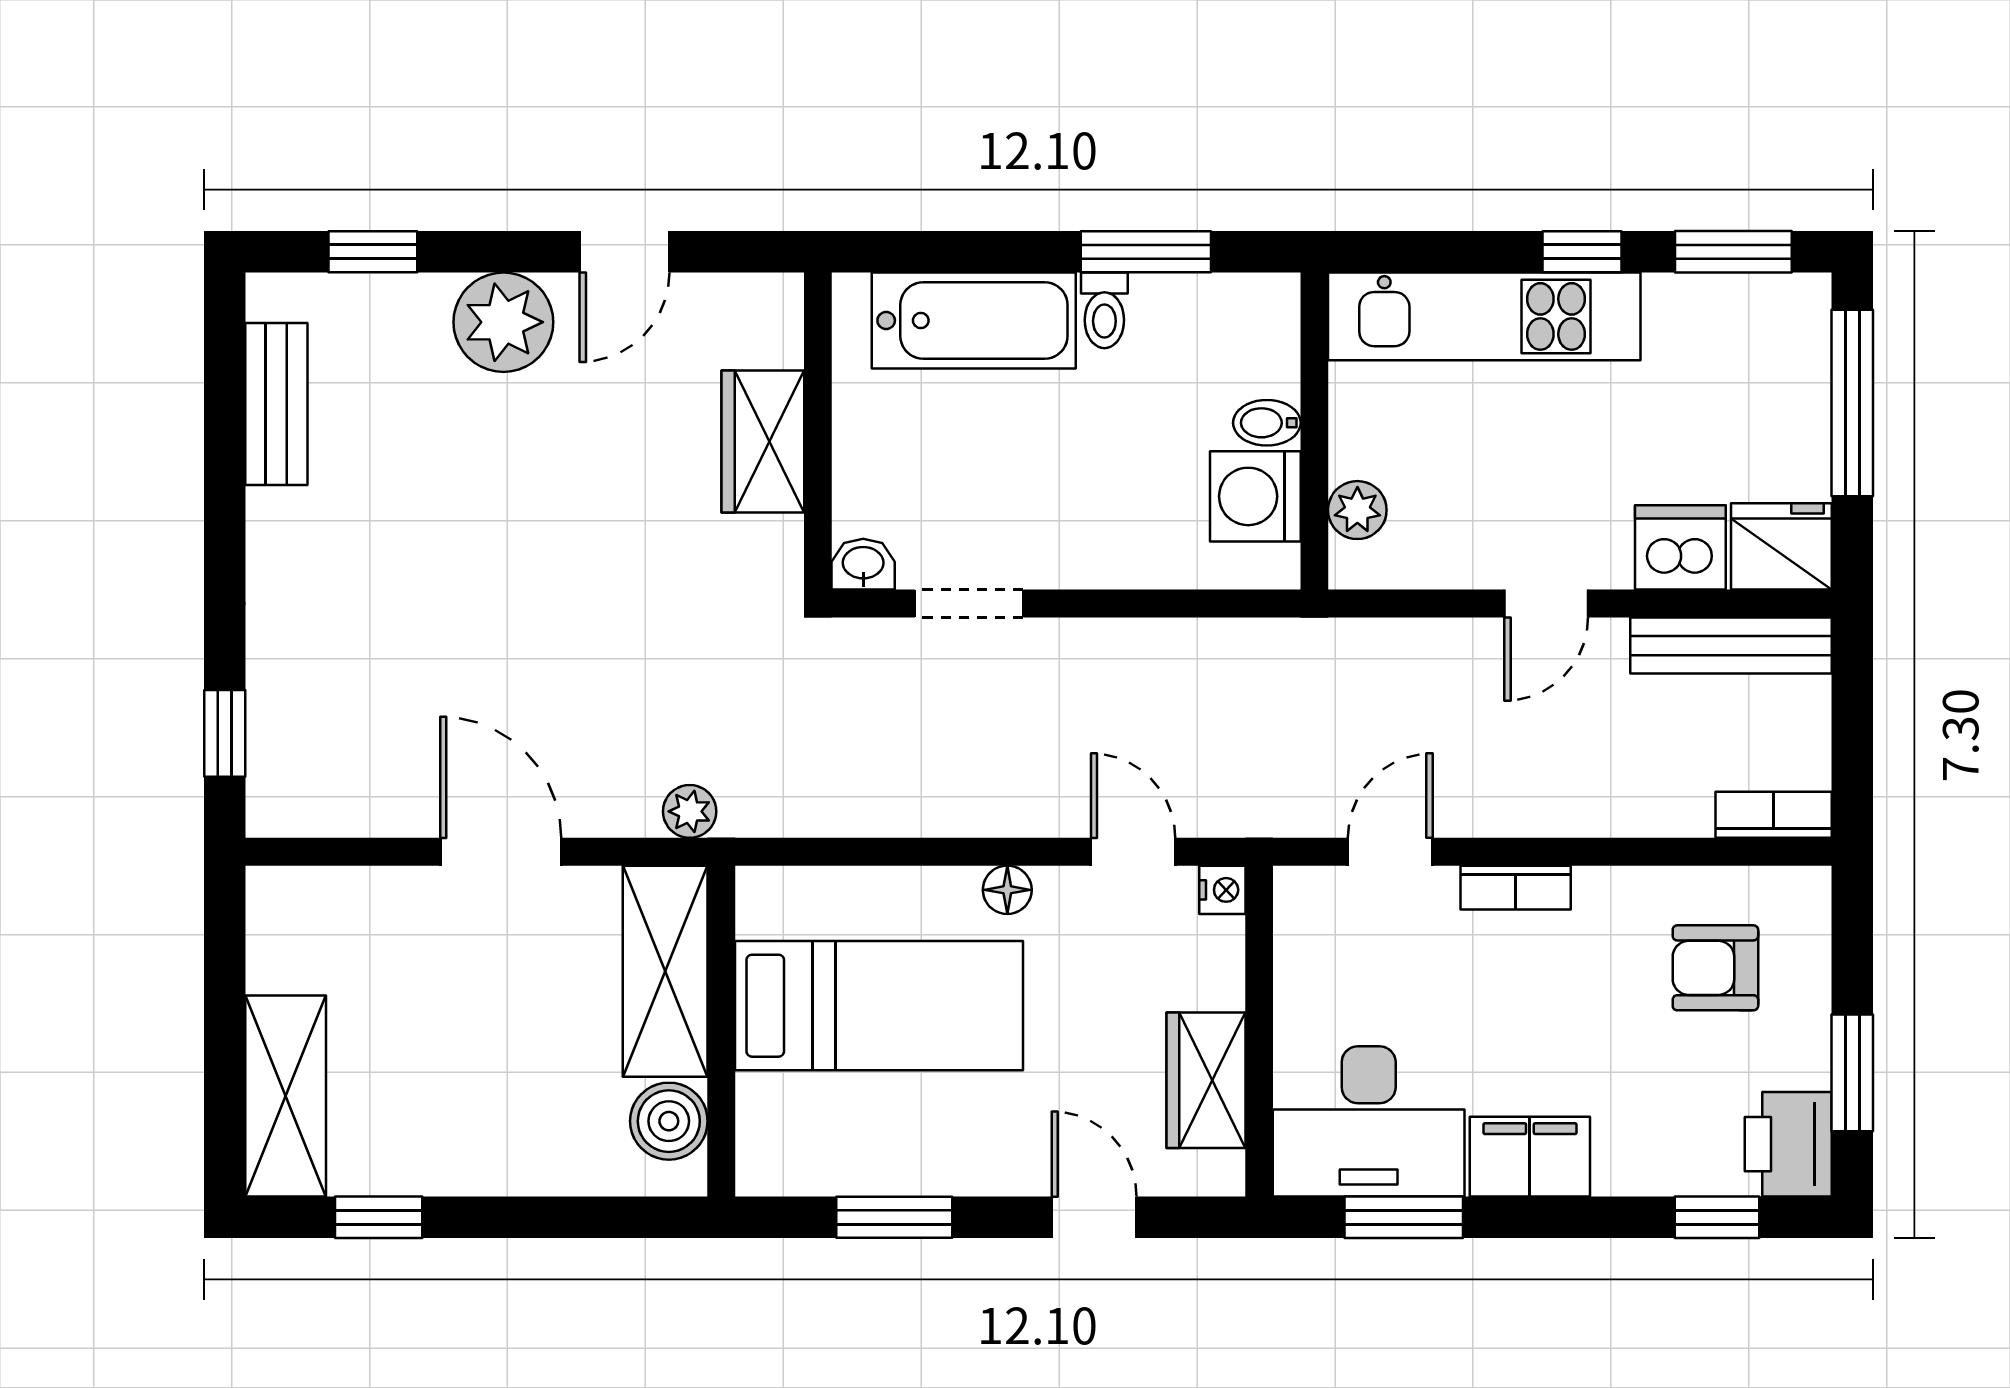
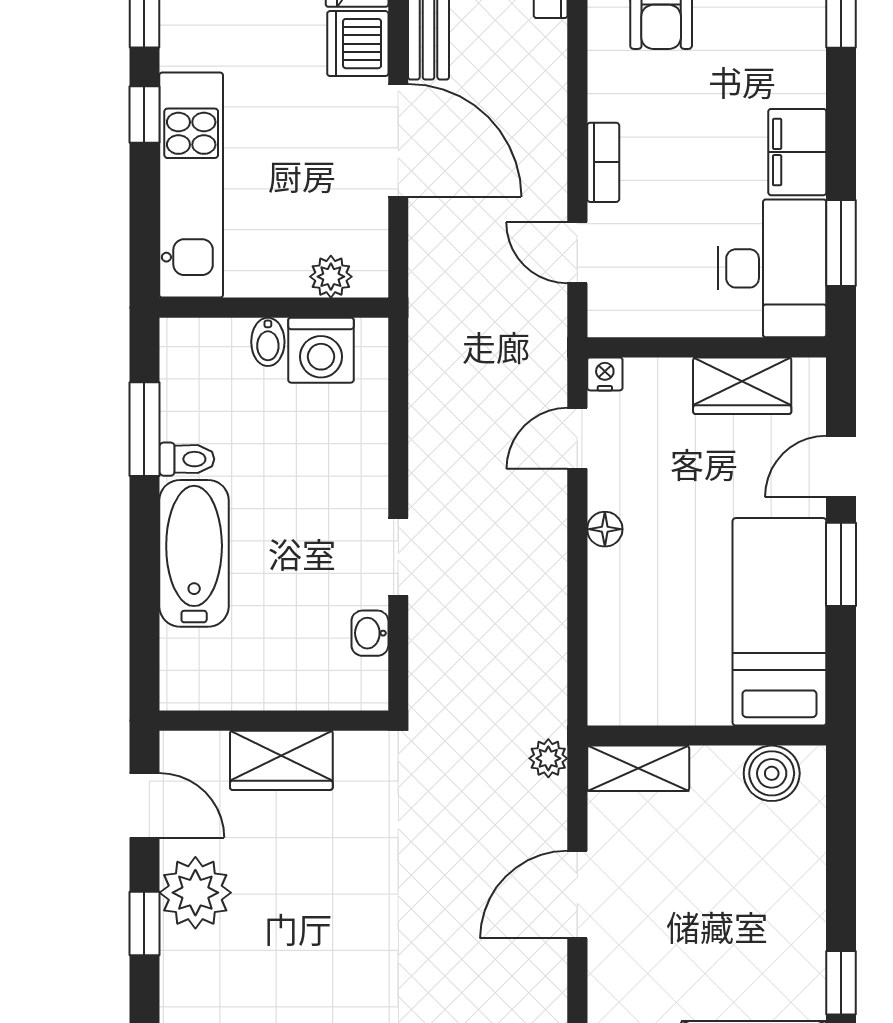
window: (373, 252) -> (144, 923), moved
wall: (818, 431) -> (274, 721), moved
wardrobe: (763, 441) -> (281, 760), moved
door: (1546, 603) -> (398, 140), width x1.88
shelving: (665, 971) -> (638, 768), width x0.67, depth x0.75
bed: (879, 1006) -> (779, 622), moved
window: (894, 1217) -> (841, 564), moved

